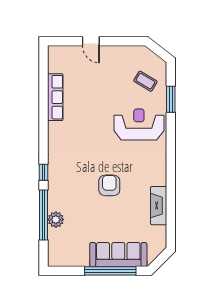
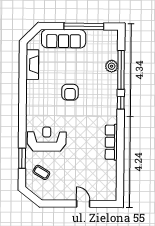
row of seats: (55, 97) -> (111, 142), moved
reception desk: (139, 124) -> (47, 139), turned 180
fireplace: (159, 206) -> (32, 65), moved
window: (110, 271) -> (84, 26), moved

